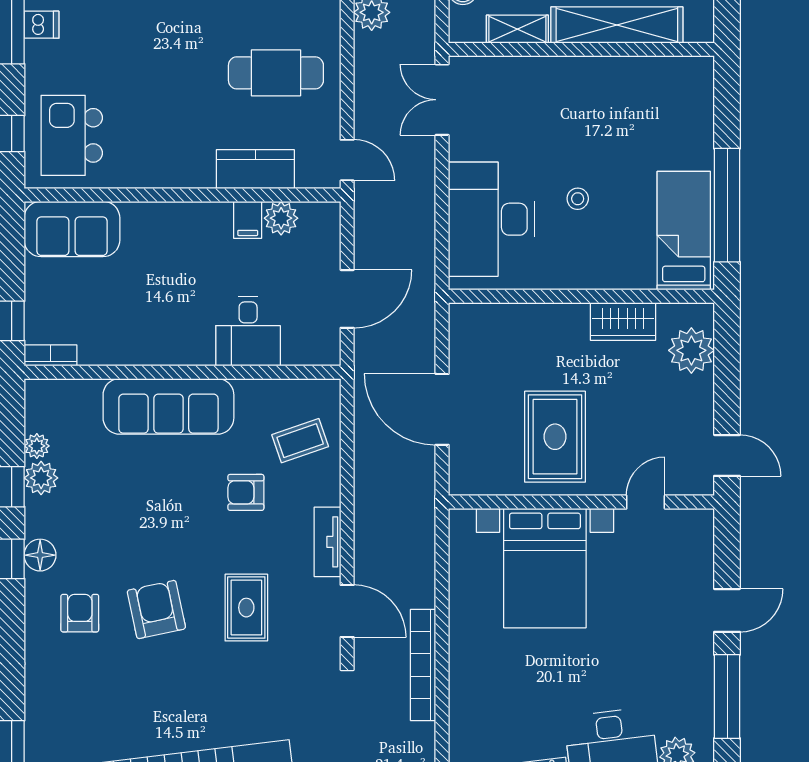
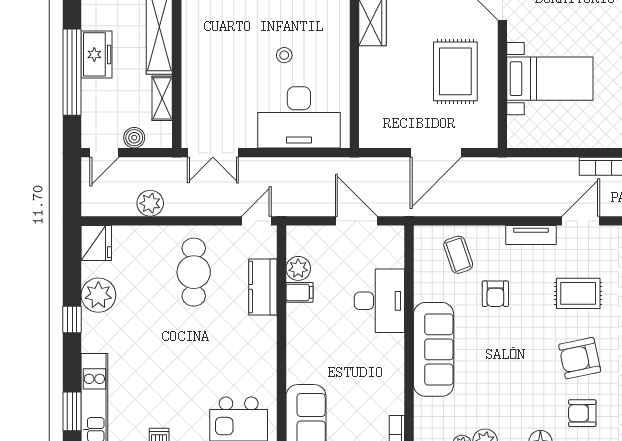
desk: (248, 331) -> (379, 301), width x1.37
rug: (555, 437) -> (455, 71), turned 90
bed with nightstands: (545, 568) -> (550, 79), width x0.73

